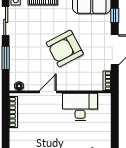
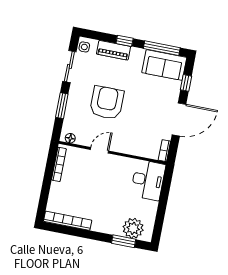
armchair: (65, 48) -> (107, 103), moved, turned 118
desk: (80, 107) -> (148, 180), moved, turned 90

